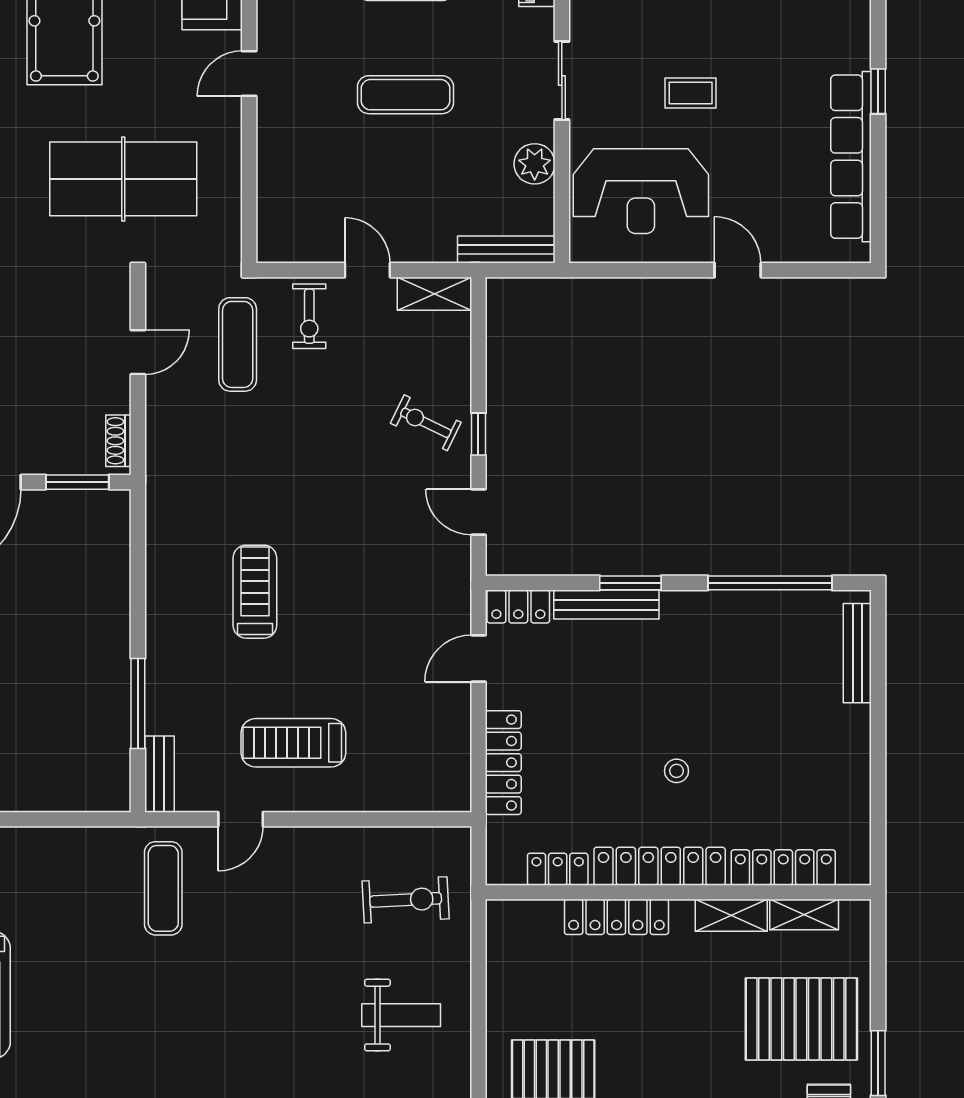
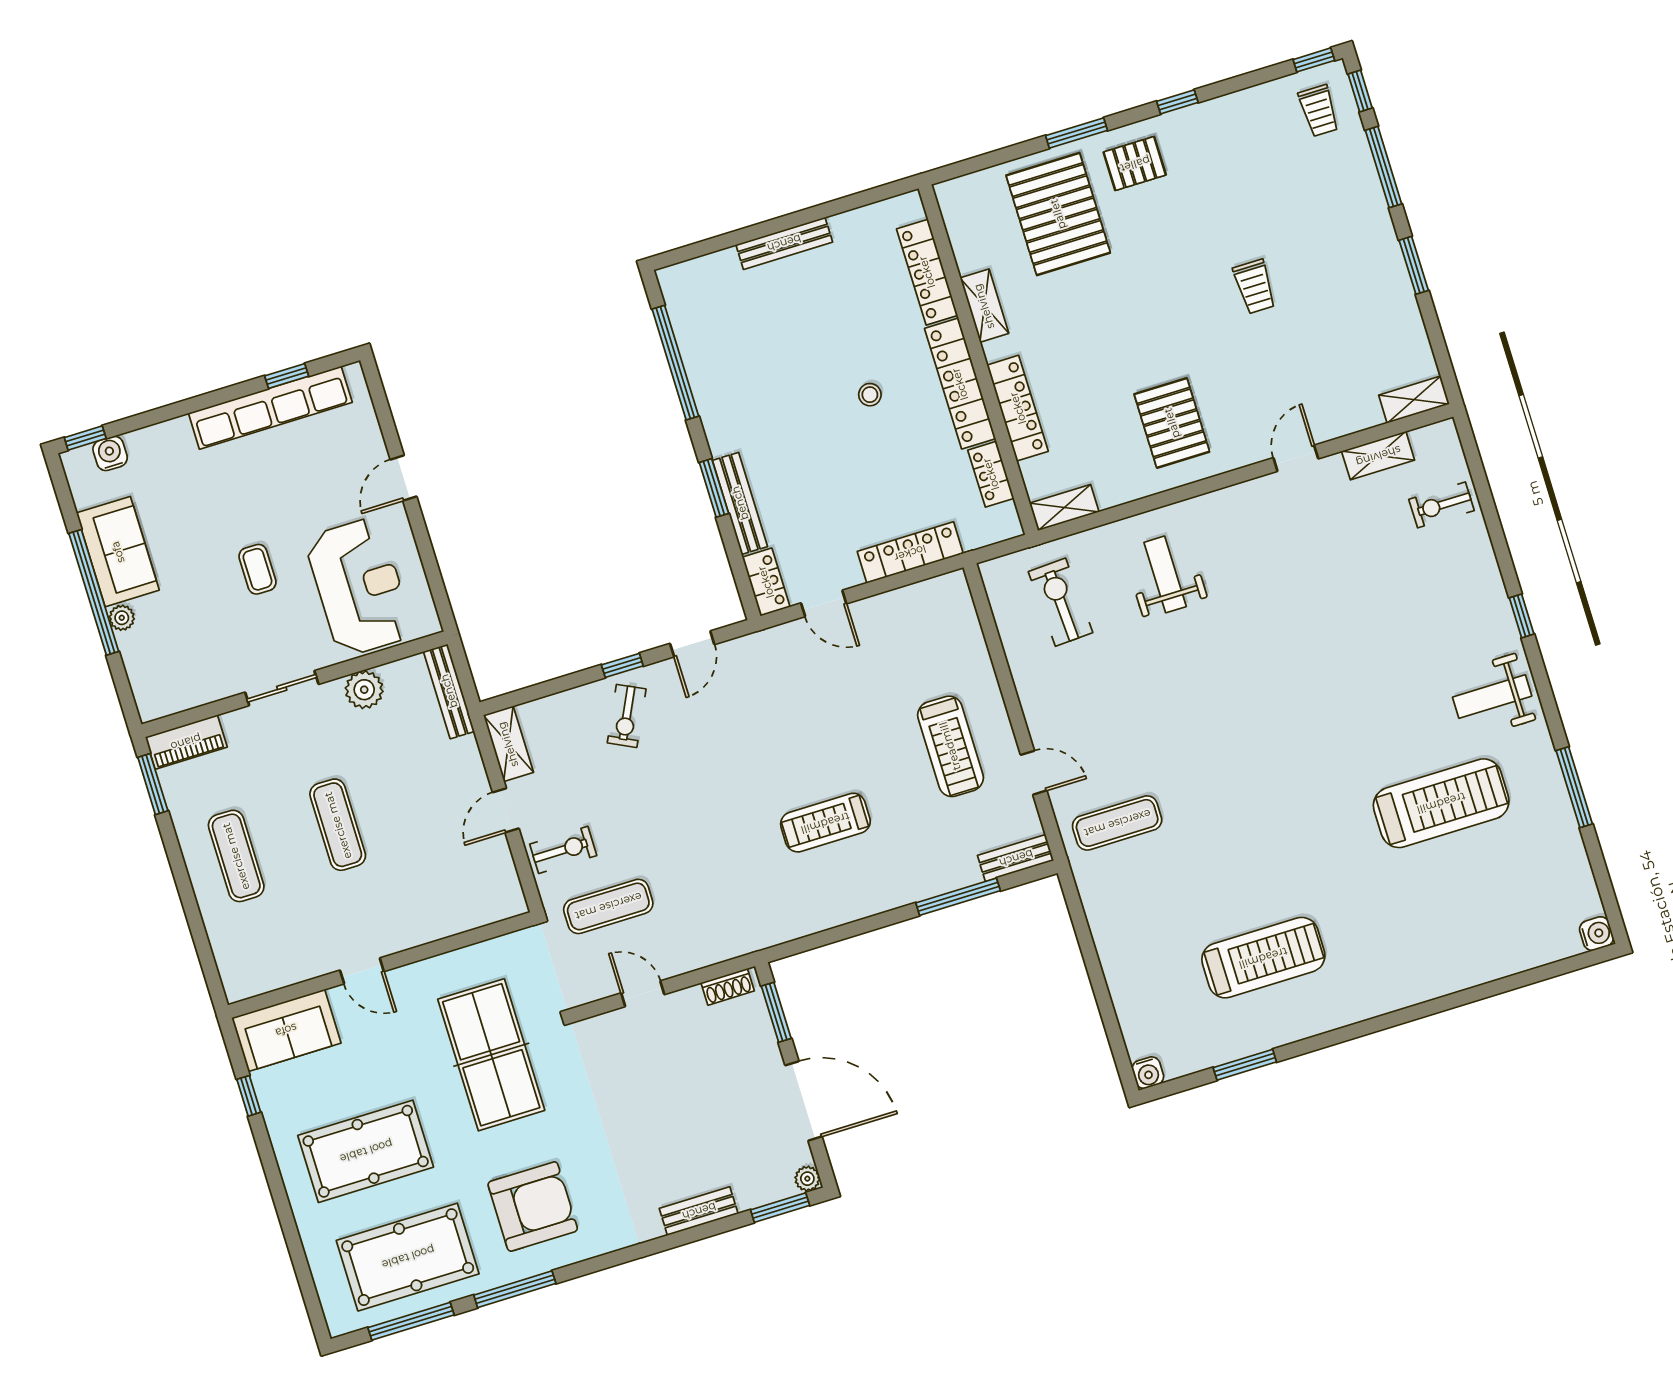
window: (878, 91) -> (287, 376), moved
bench: (857, 653) -> (784, 243), moved
shelving: (804, 915) -> (1064, 508), moved, turned 90

